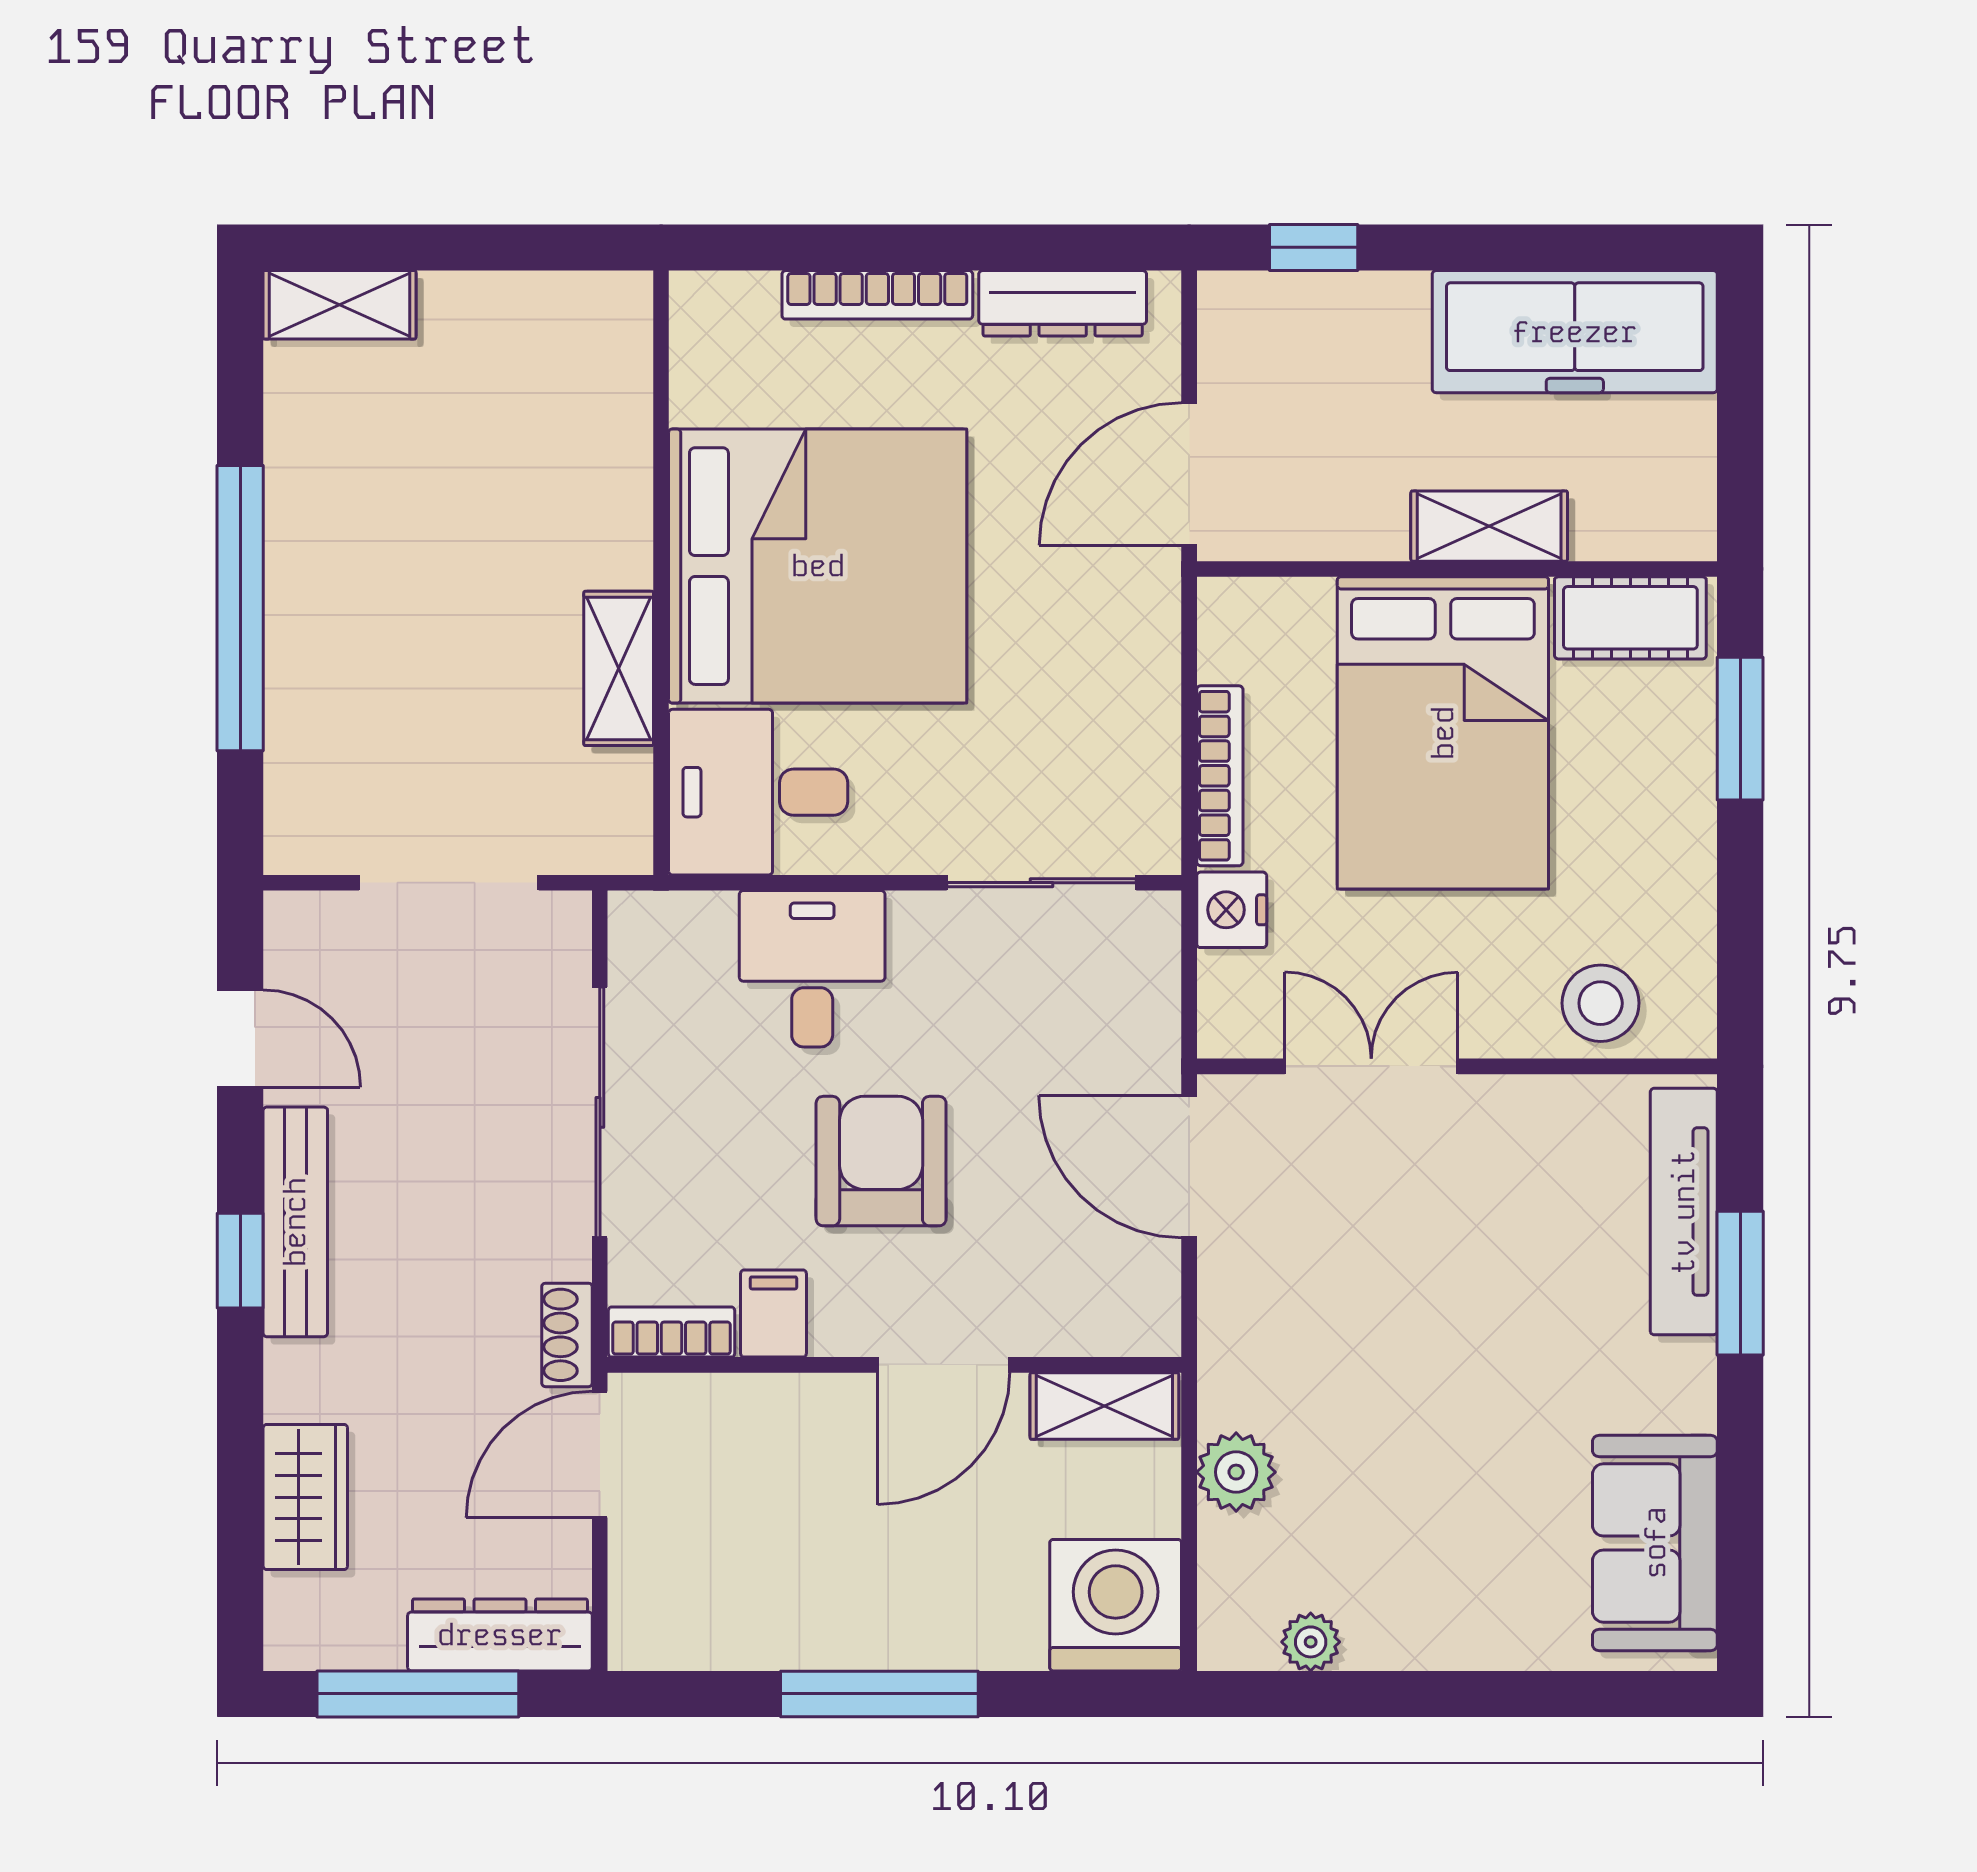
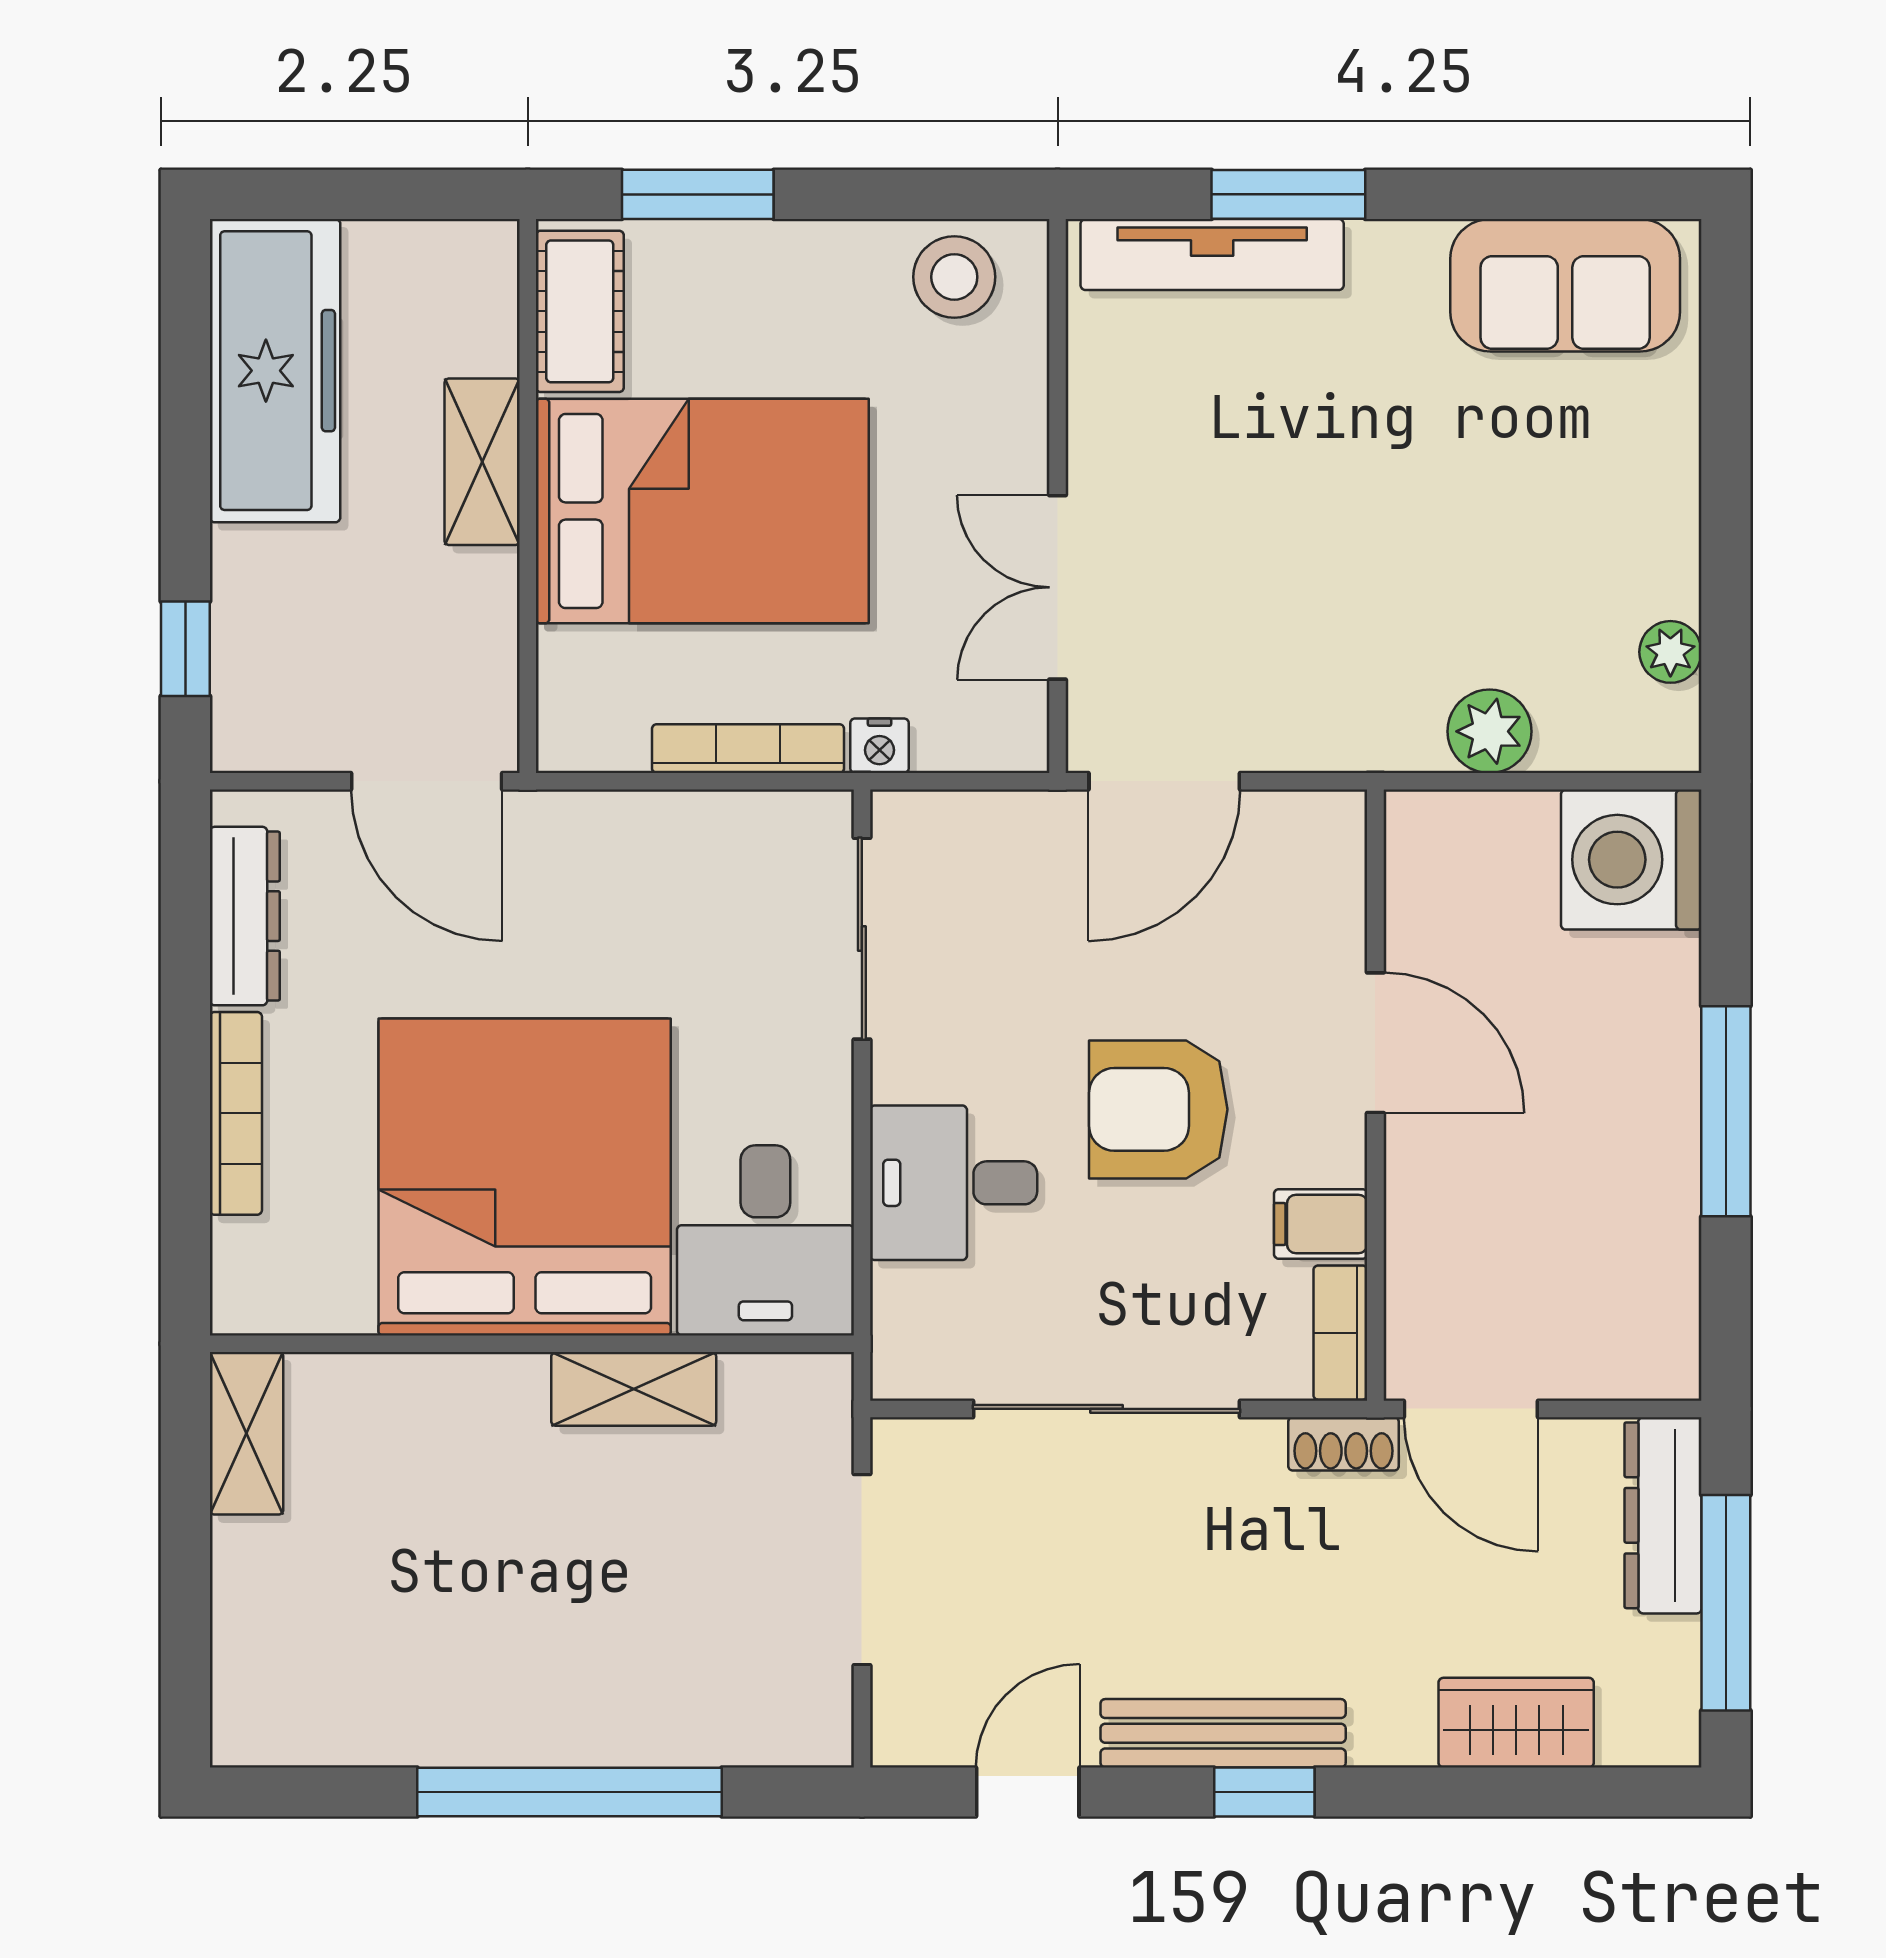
shelving: (339, 305) -> (246, 1433), moved
nightstand: (1232, 910) -> (879, 746), width x0.72, depth x0.74
stool: (1601, 1003) -> (954, 277), moved
shelving: (1104, 1406) -> (1419, 872), removed

